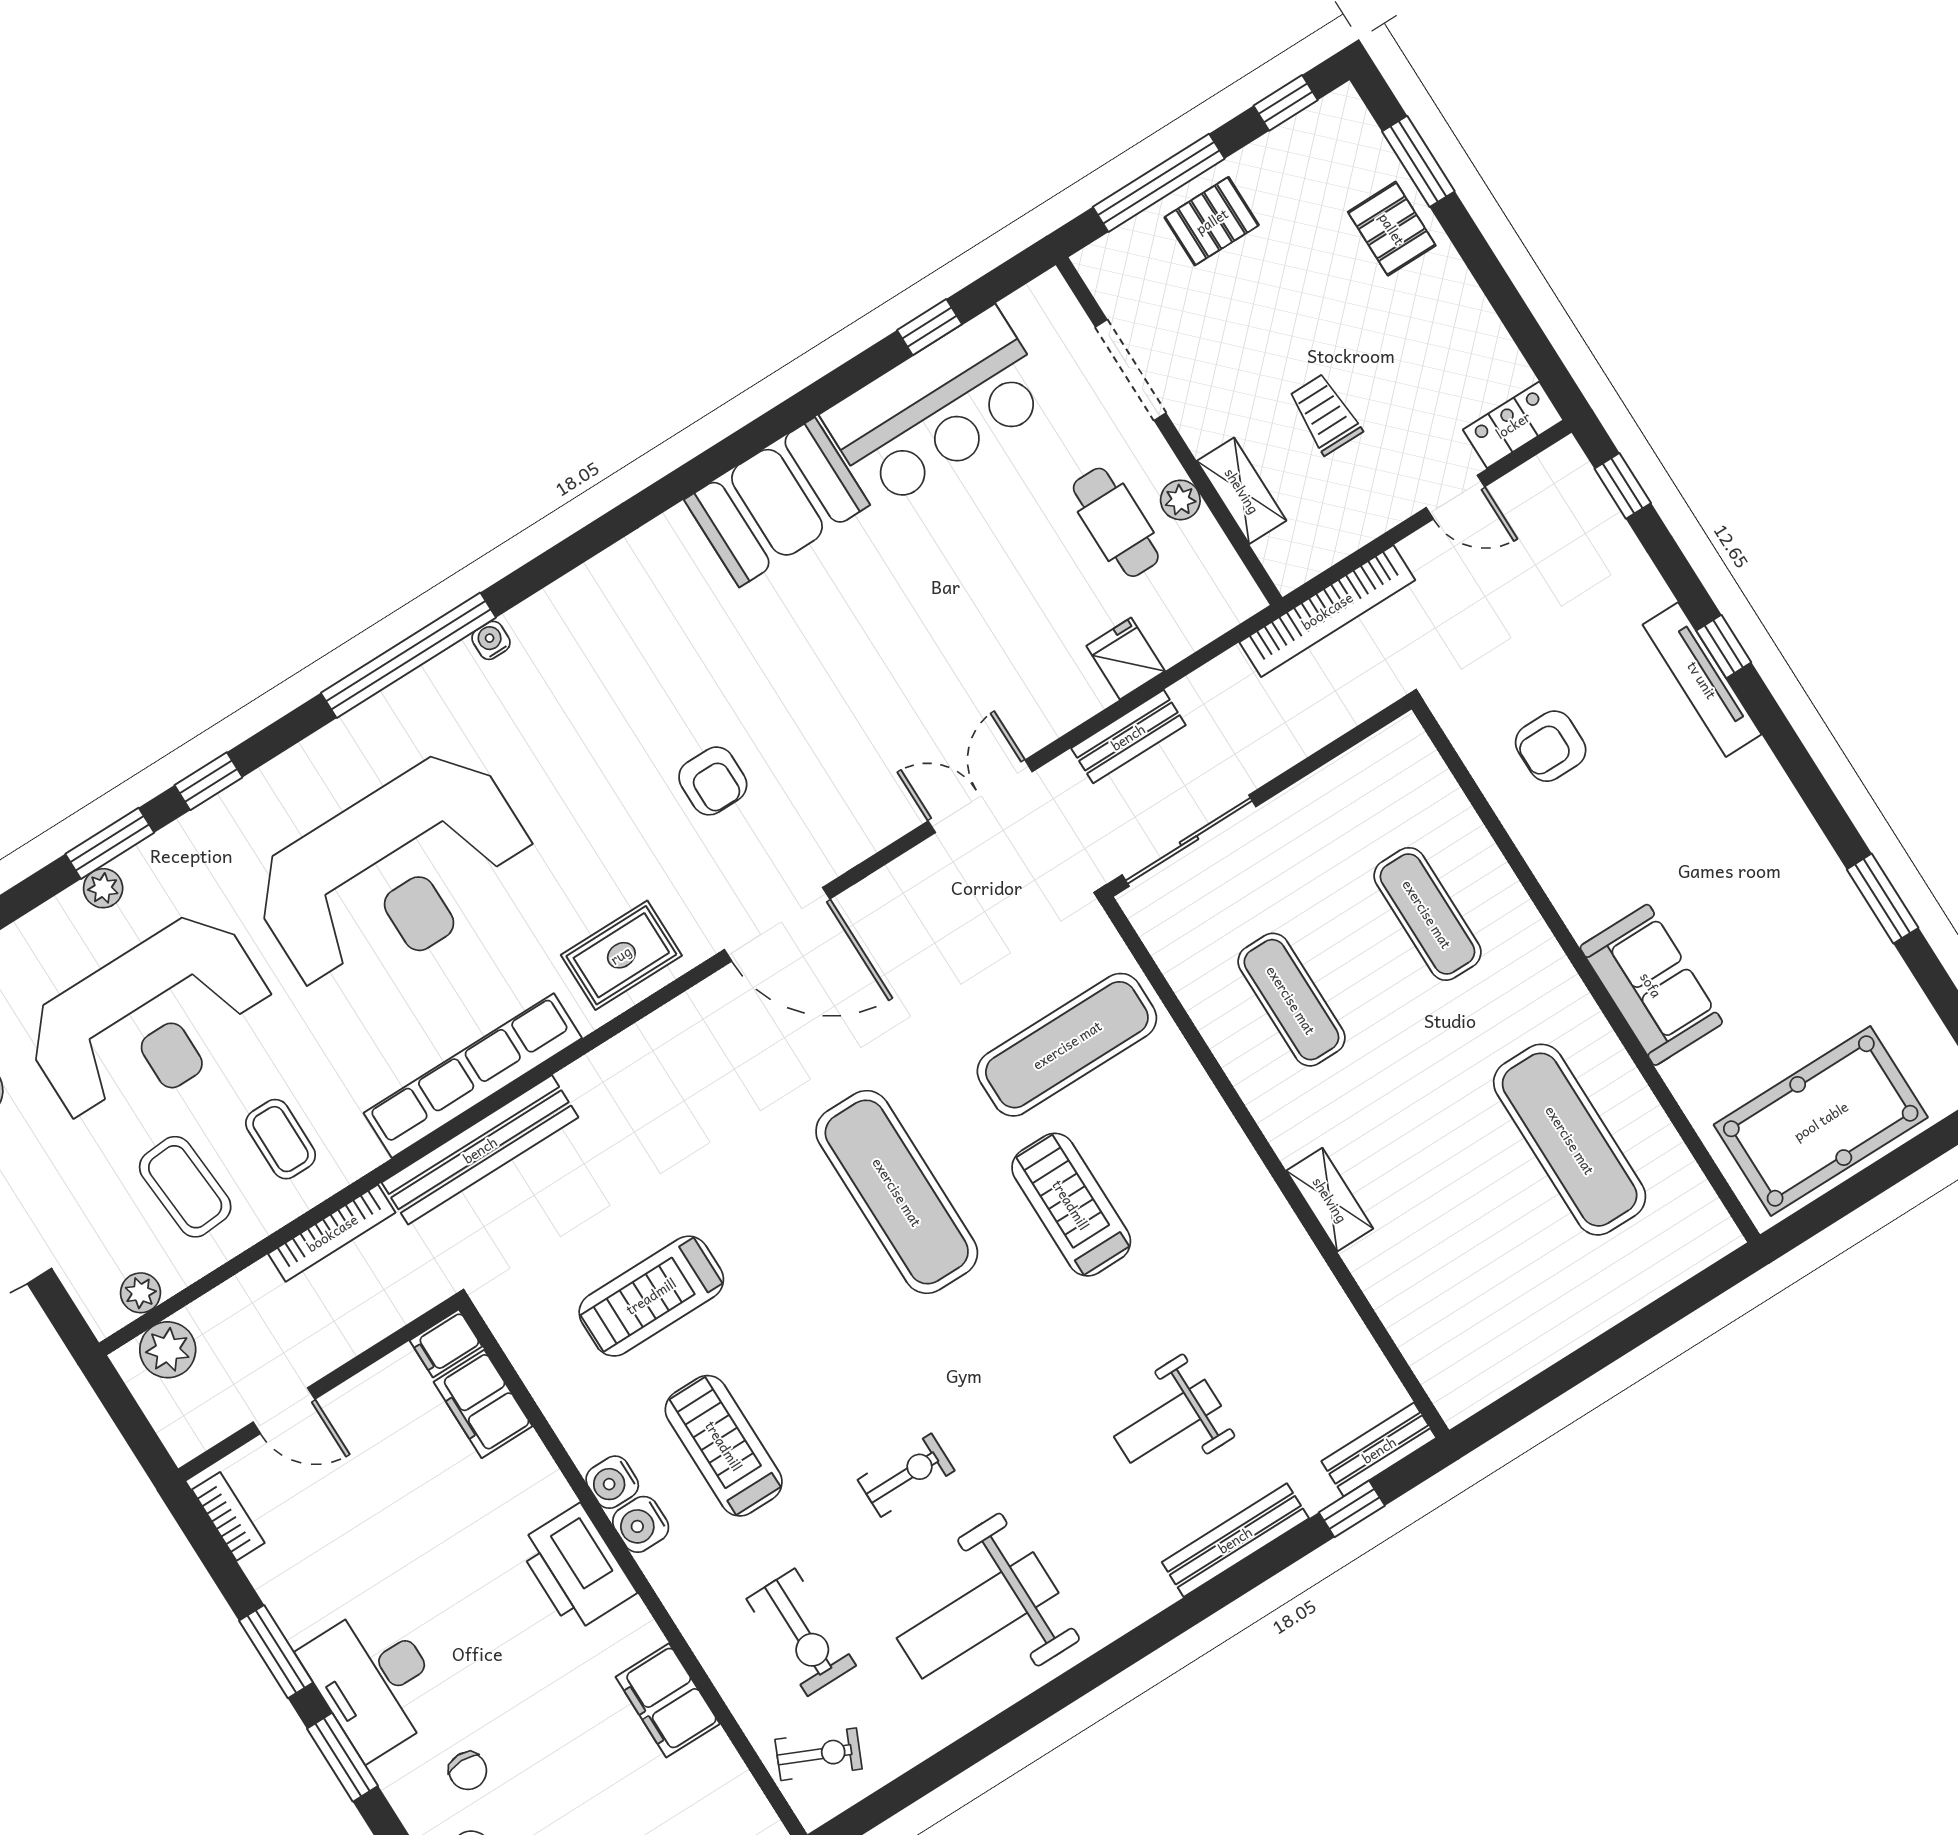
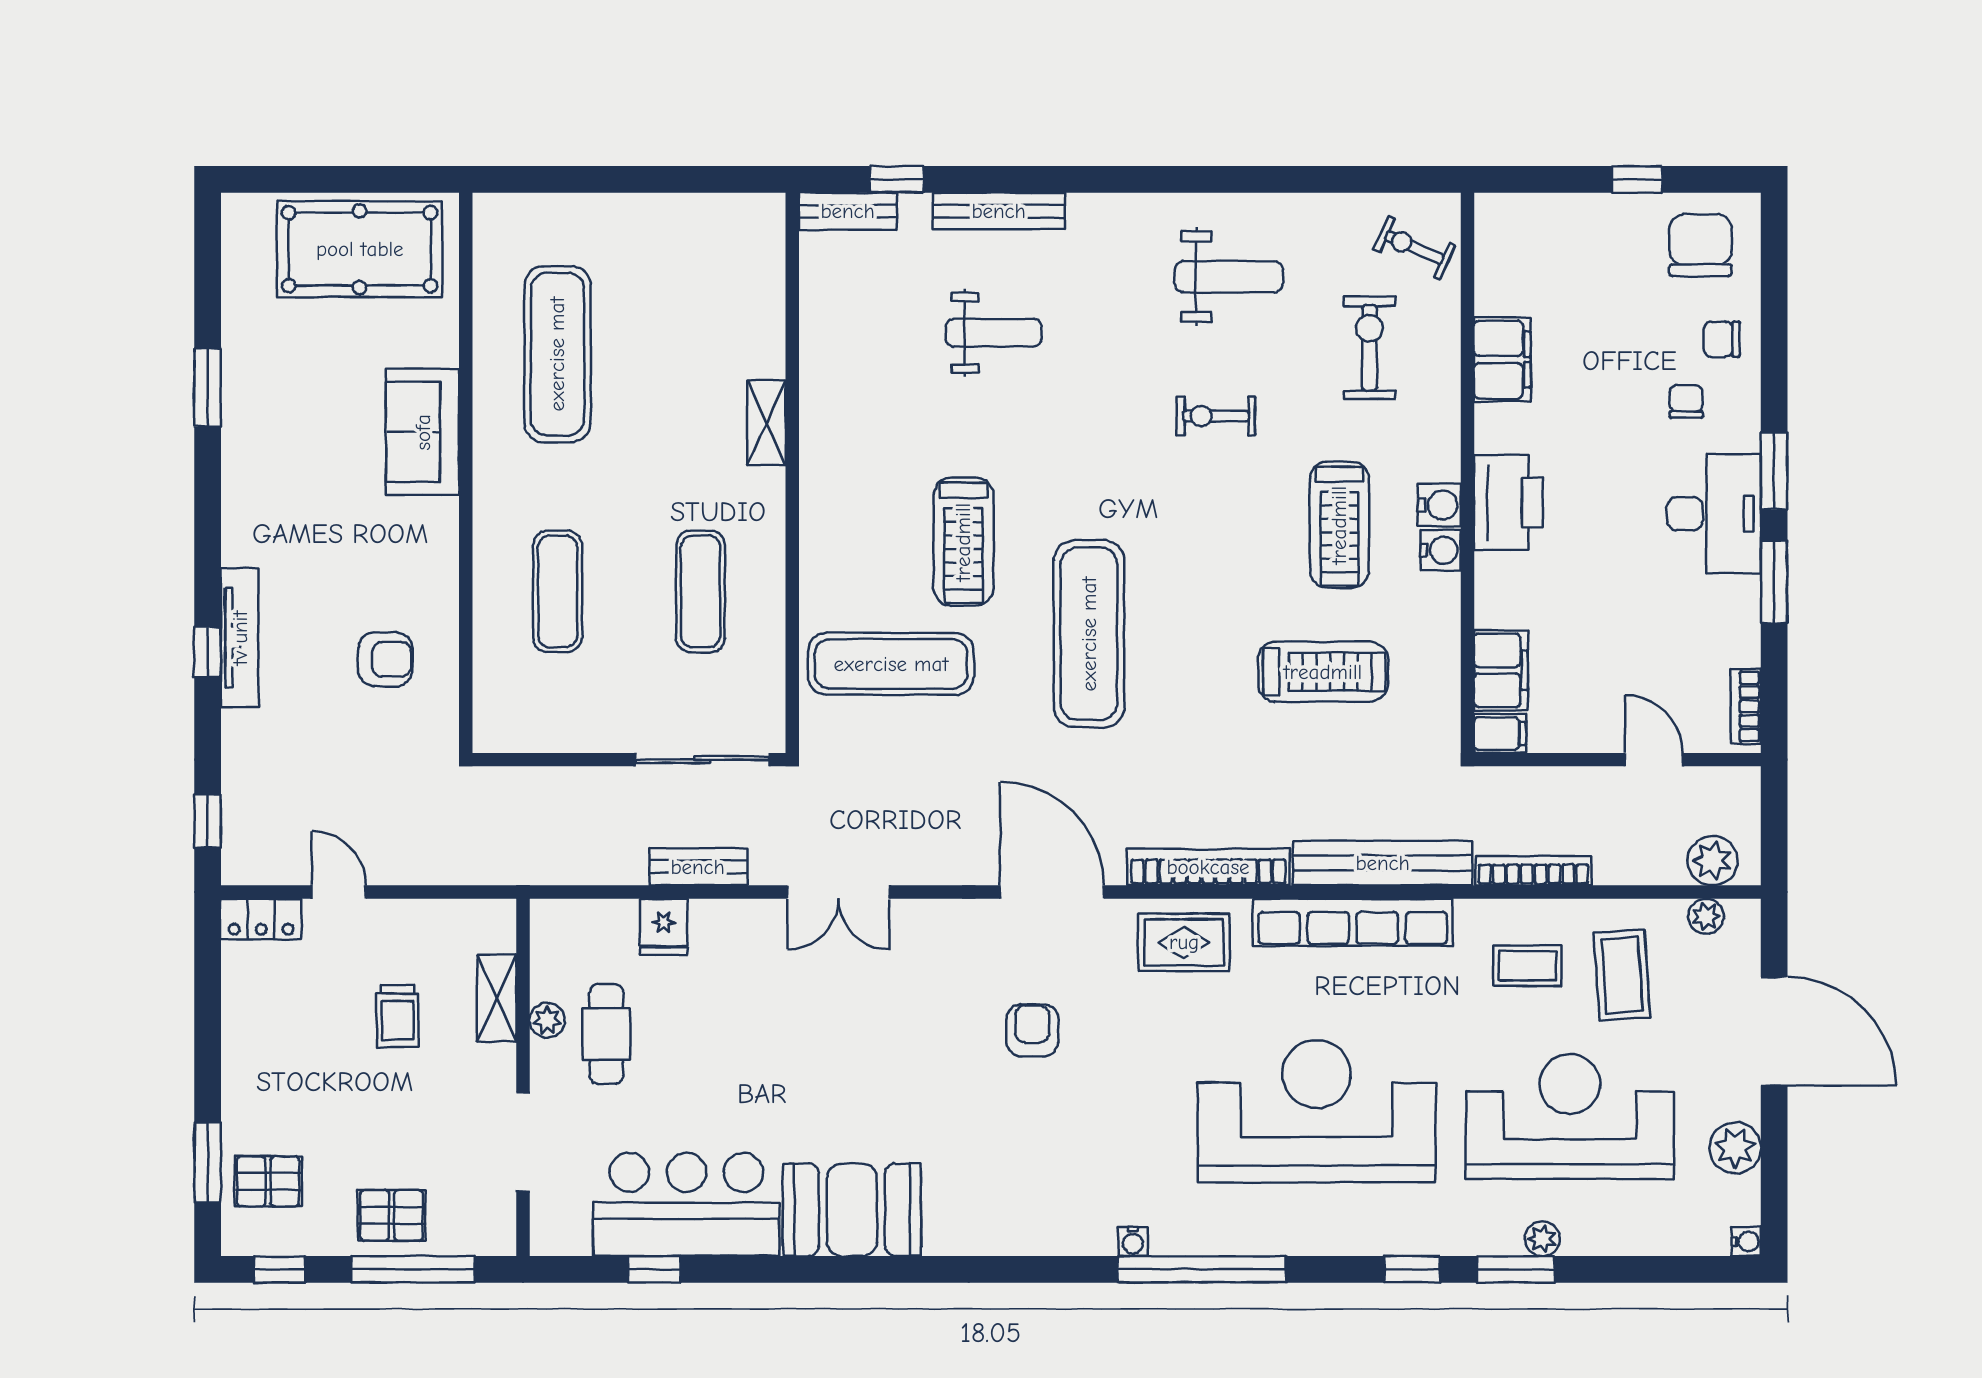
pallet: (1392, 229) -> (268, 1181), moved, turned 90
bookcase: (1327, 611) -> (1208, 867), moved
coffee table: (281, 1139) -> (1528, 966), turned 90
weight bench: (978, 1615) -> (1229, 277), width x0.73, depth x0.75

